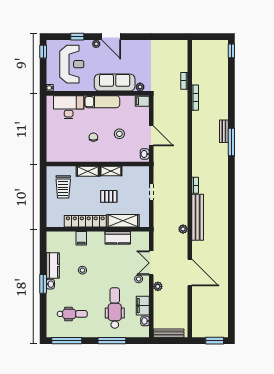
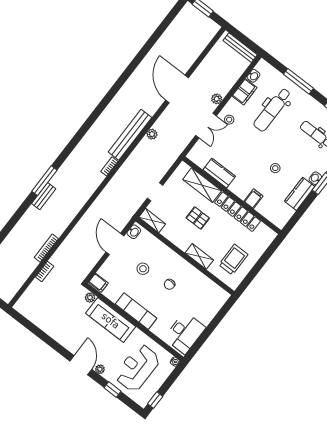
desk: (69, 107) -> (185, 333), moved, turned -90
shelving: (111, 171) -> (152, 221), moved

